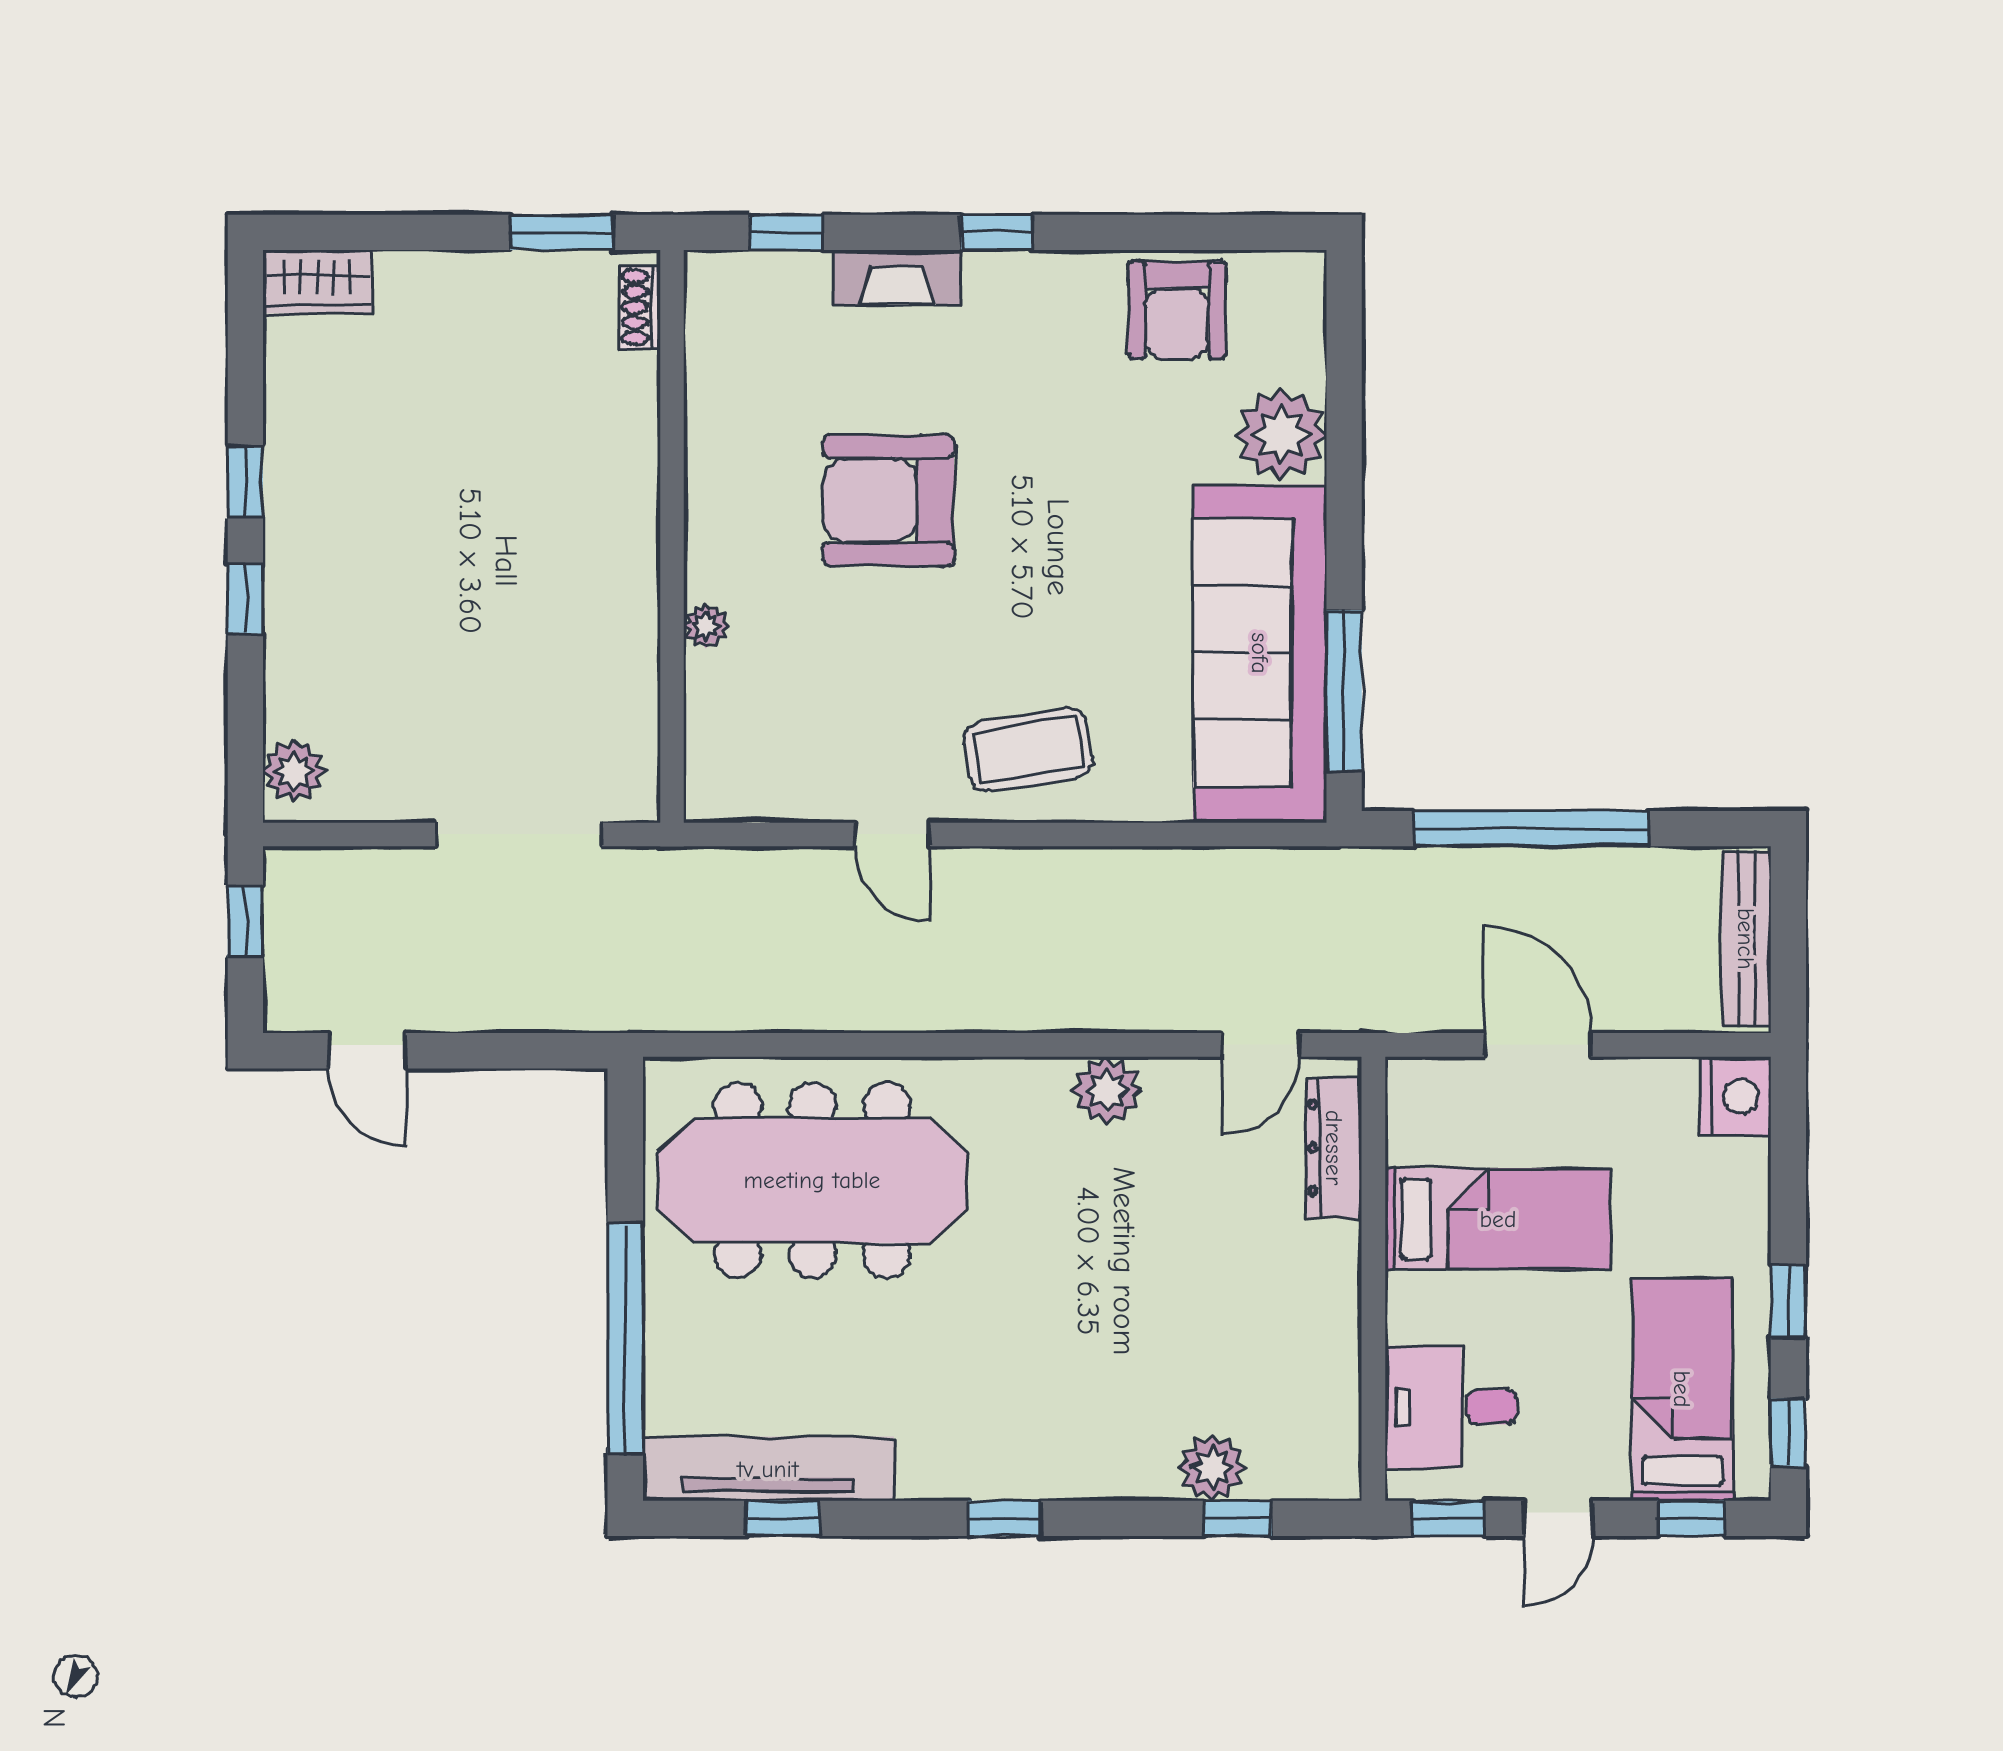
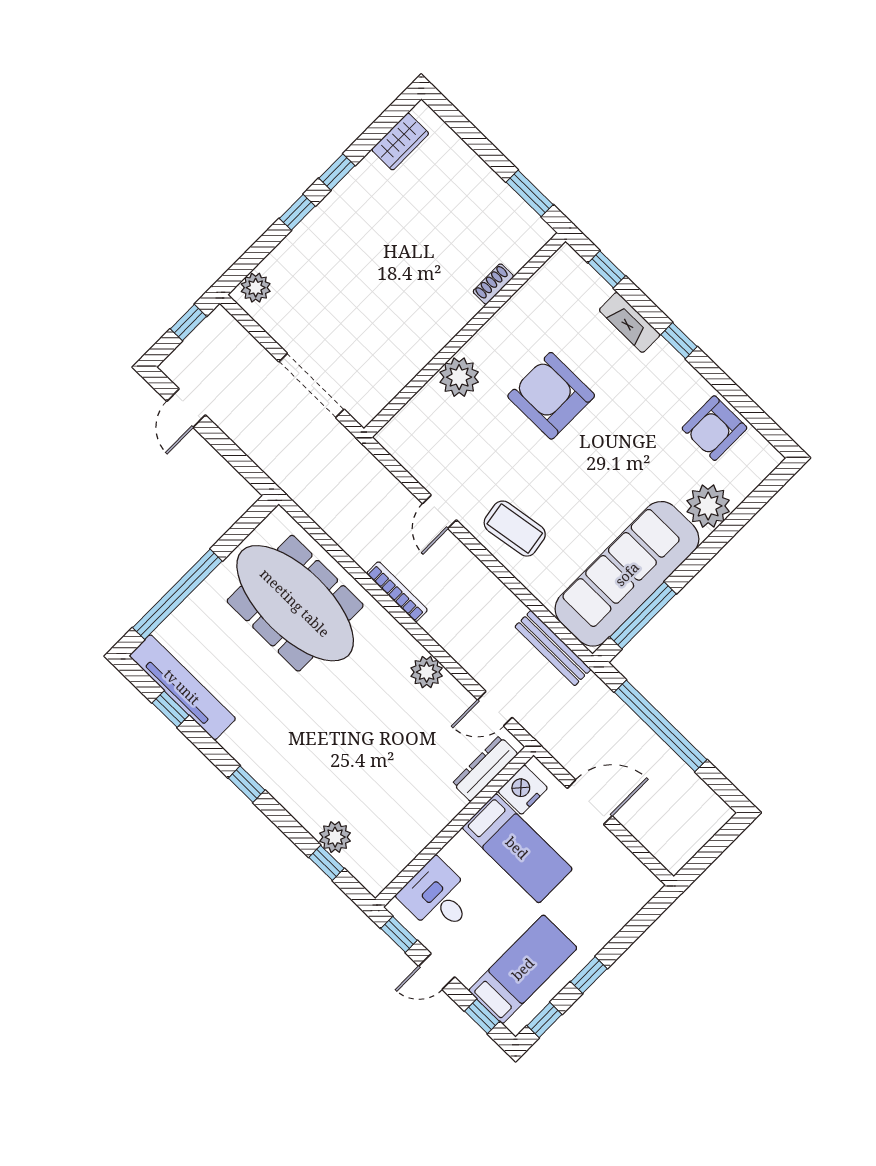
wardrobe: (318, 282) -> (400, 142), moved, turned -90
shoe rack: (640, 307) -> (493, 284), moved
plant: (706, 626) -> (459, 377), width x1.88, depth x1.88
bench: (1746, 939) -> (553, 648), moved, turned 90
bookcase: (946, 1015) -> (397, 592), added
door: (1538, 1045) -> (590, 802), hinge flipped
nightstand: (1735, 1096) -> (523, 790), moved, turned 180

